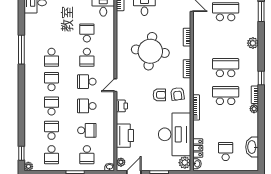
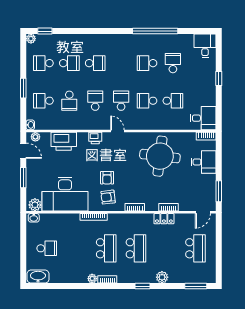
window: (21, 50) -> (155, 31), width x1.46
round table: (150, 51) -> (160, 156), moved
window: (261, 78) -> (142, 286), moved
school desk: (51, 82) -> (173, 63), moved, turned -90
washbasin: (252, 147) -> (38, 277), moved
locker: (198, 148) -> (164, 219), moved

